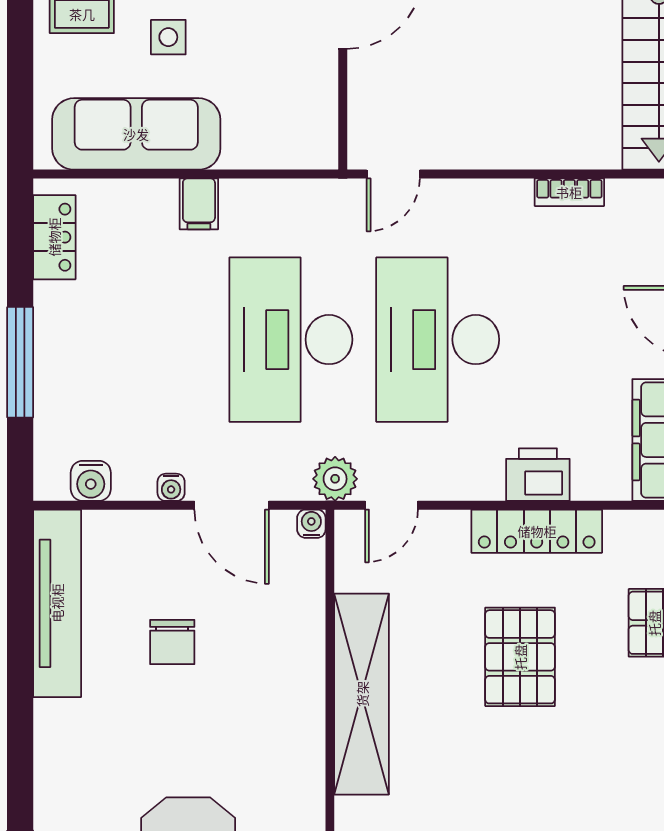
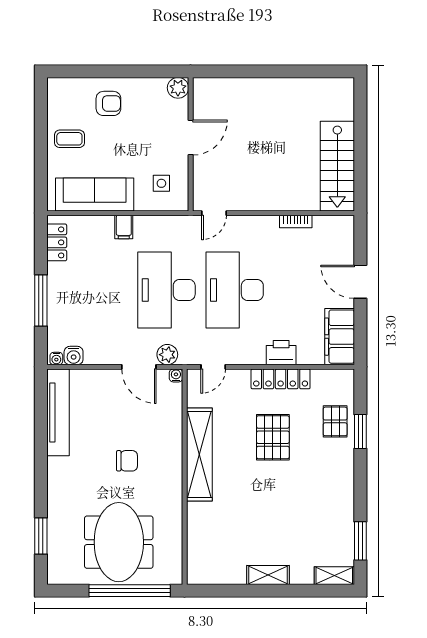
side table: (168, 37) -> (161, 183), moved
plant: (335, 479) -> (167, 355), moved
water cooler: (171, 487) -> (56, 359), moved
chair: (172, 642) -> (127, 461), moved, turned -90

